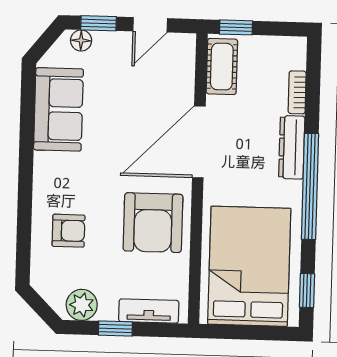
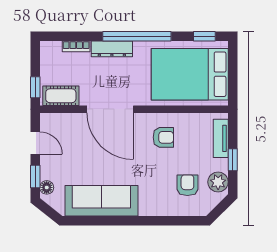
sofa: (58, 109) -> (101, 201), width x1.36
armchair: (153, 223) -> (163, 137), width x0.53, depth x0.53
armchair: (69, 231) -> (187, 185), moved

